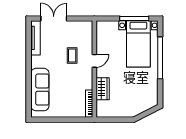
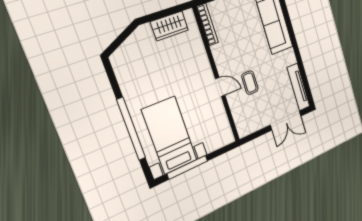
door: (94, 61) -> (220, 87), swing flipped
wardrobe: (103, 89) -> (169, 26), moved, turned -90

